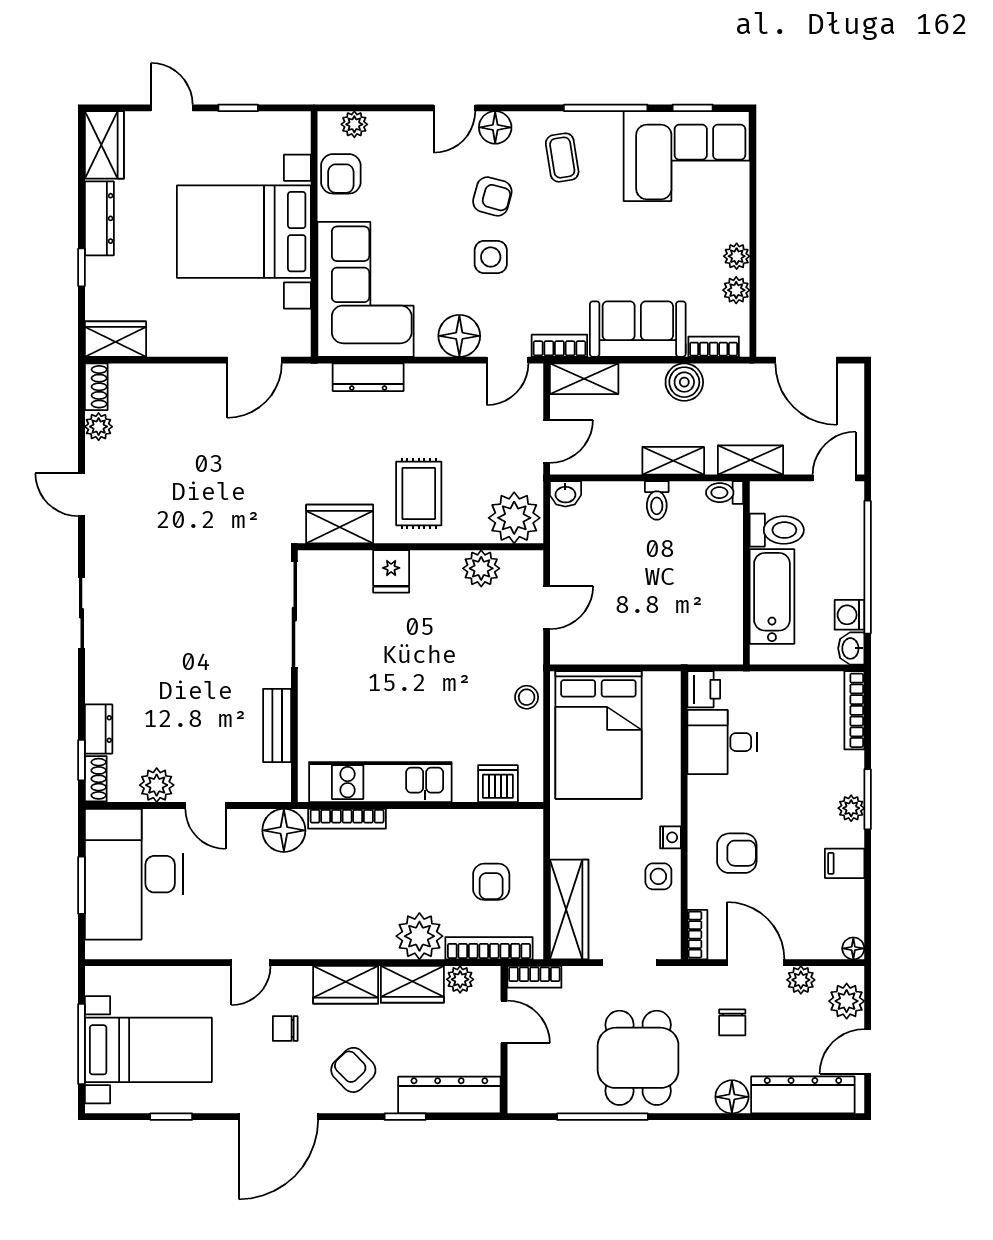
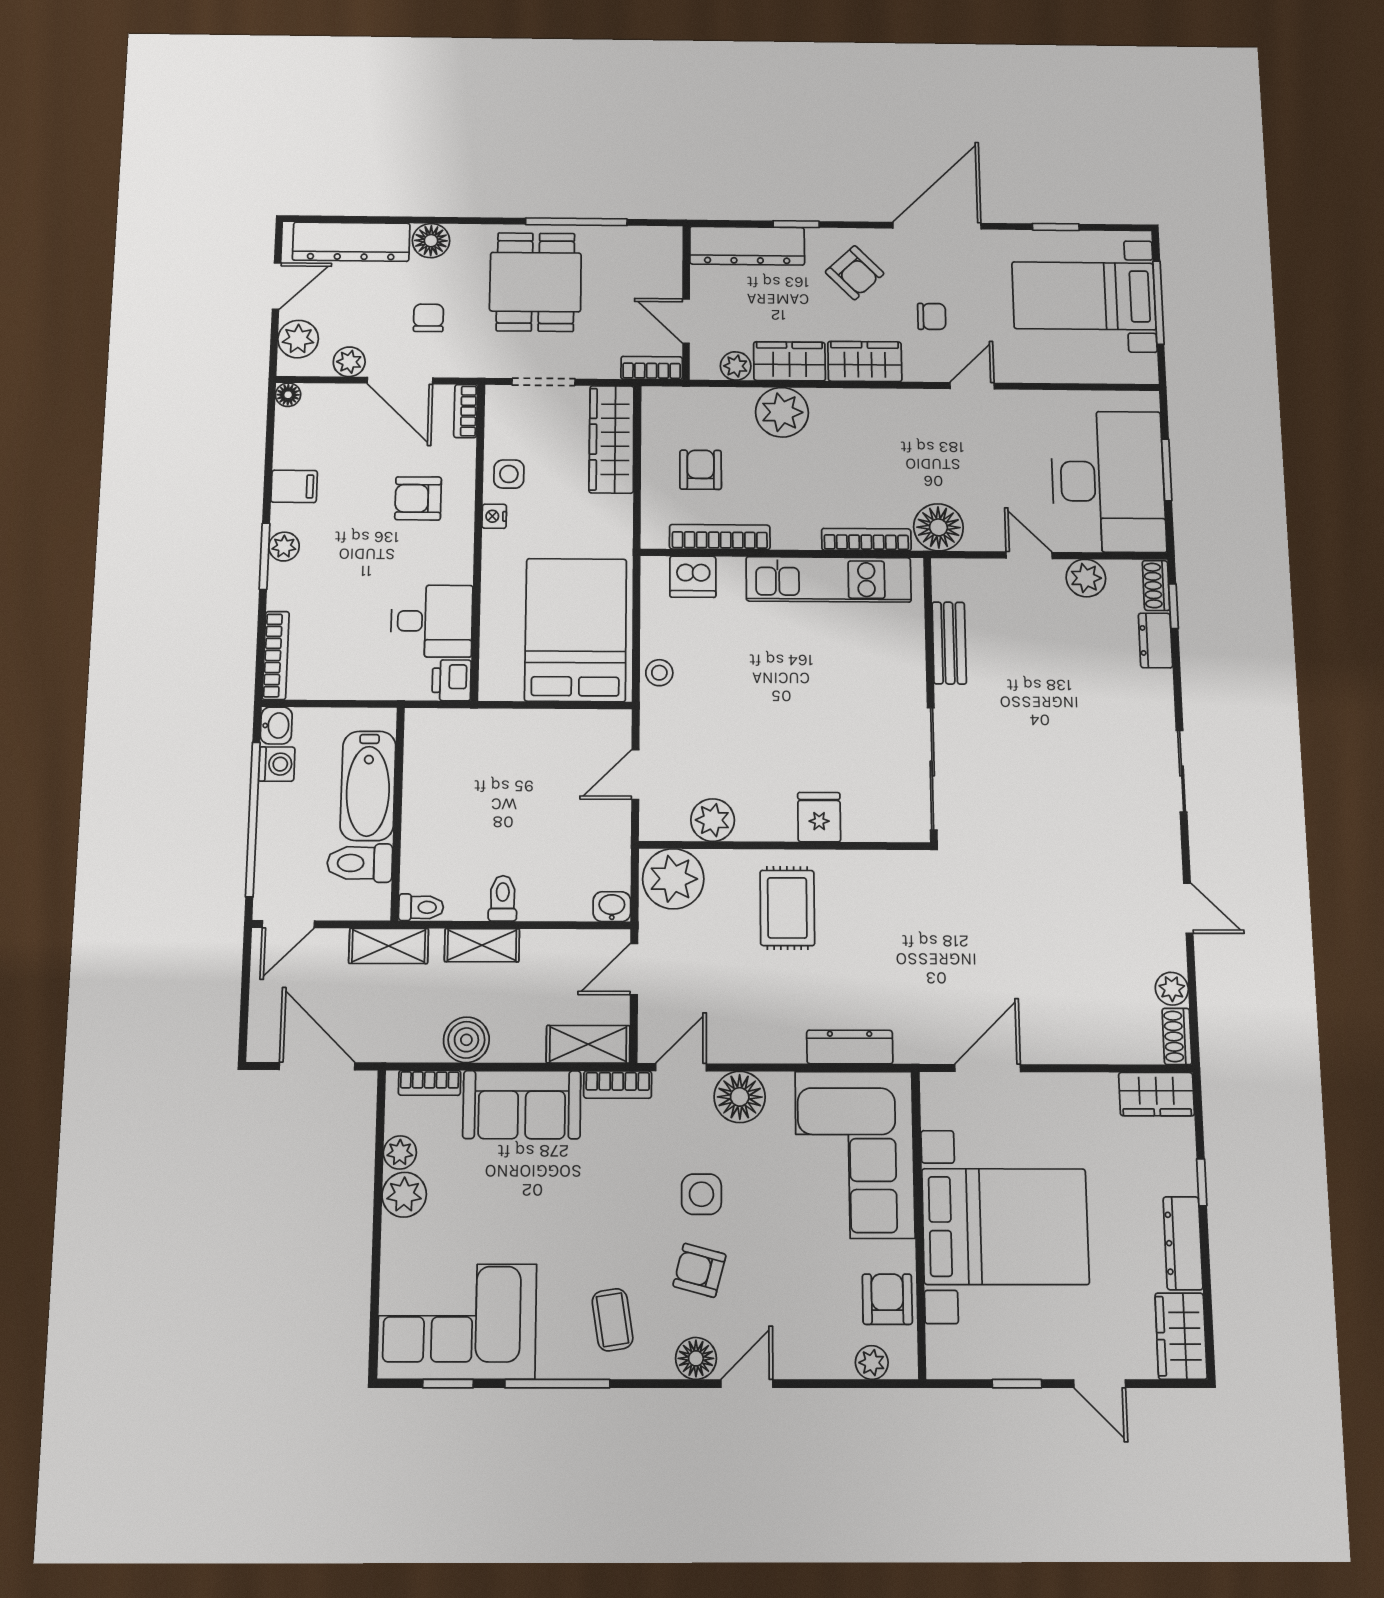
plant: (737, 256) -> (404, 1195), width x1.38, depth x1.38
wardrobe: (340, 524) -> (881, 872), removed
bookcase: (489, 948) -> (720, 537), moved, turned 180

